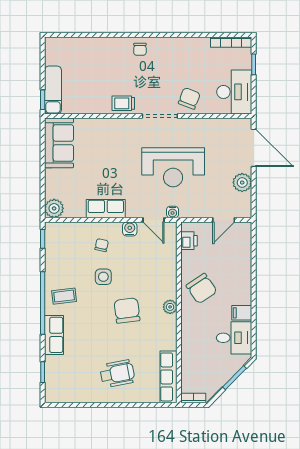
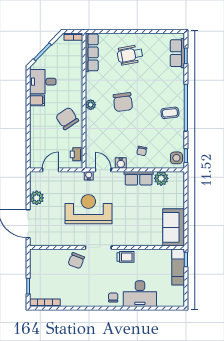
desk: (234, 92) -> (140, 294), moved, turned -90
plant: (54, 208) -> (161, 178), moved
side table: (103, 277) -> (176, 158), moved
row of seats: (54, 335) -> (177, 53), moved

